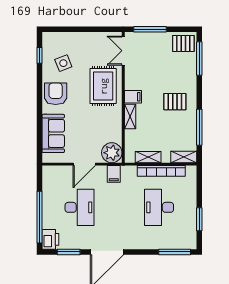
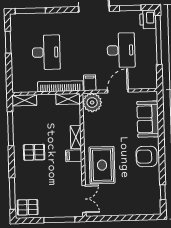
side table: (63, 63) -> (140, 186), removed
armchair: (56, 94) -> (147, 157), turned 90
shelving: (148, 157) -> (68, 99), moved
bookcase: (161, 171) -> (60, 86), moved
desk: (80, 207) -> (121, 50), turned 180

